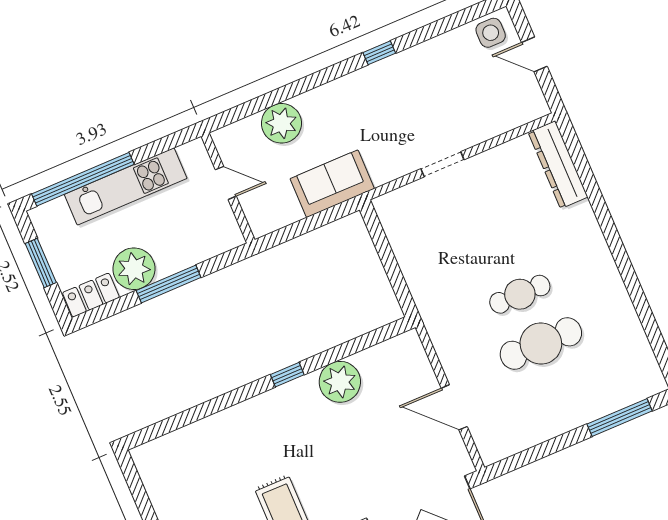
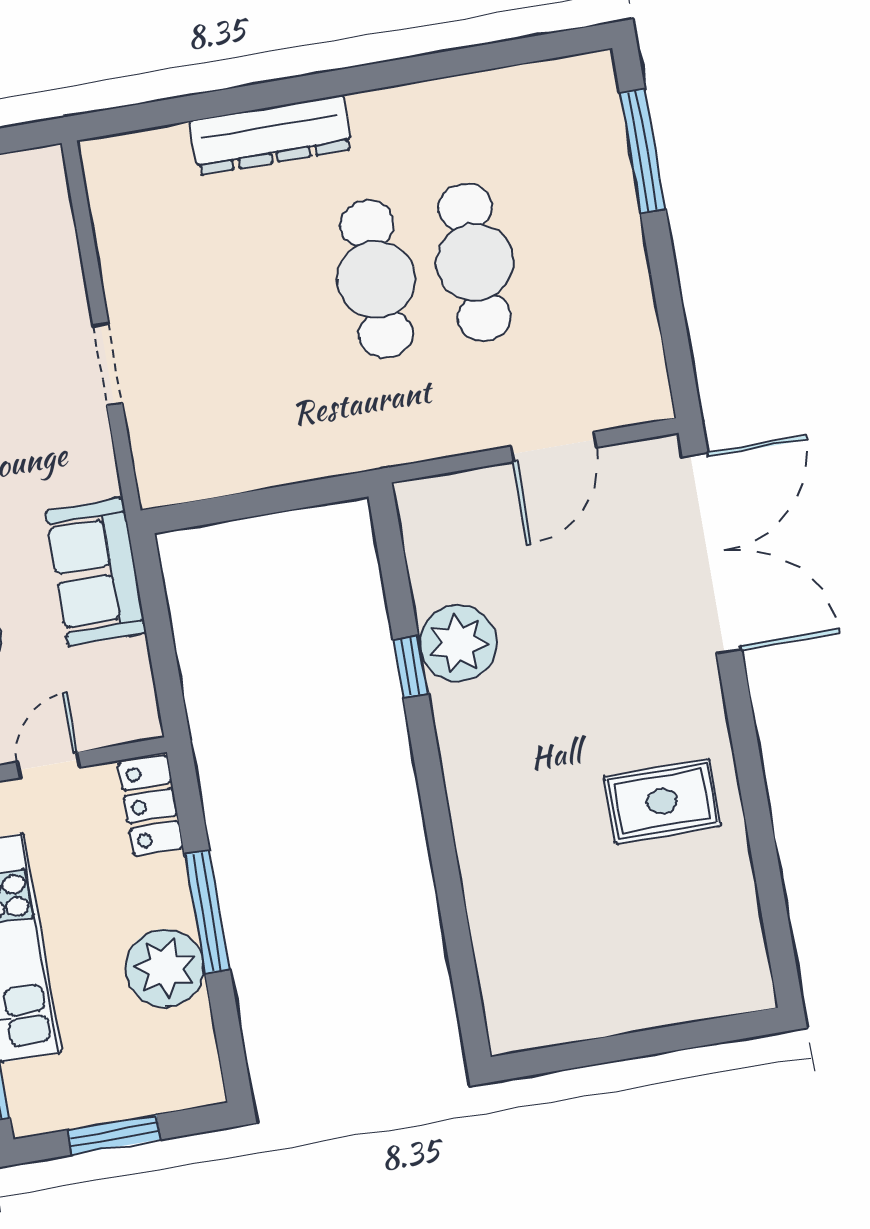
dresser: (558, 165) -> (271, 135), moved
cafe table: (520, 294) -> (376, 279), width x1.37, depth x1.35
locker: (91, 295) -> (151, 806), moved
window: (287, 375) -> (411, 666), moved

